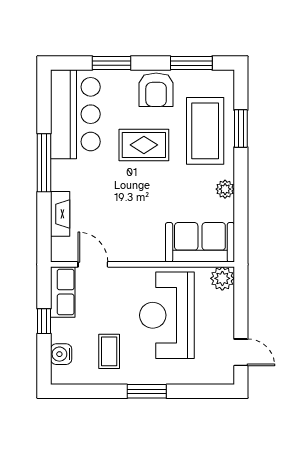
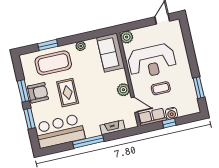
window: (191, 63) -> (23, 91), moved
plant: (126, 250) -> (123, 90), added
door: (93, 264) -> (134, 105), swing flipped
coffee table: (109, 351) -> (161, 88), moved
water cooler: (61, 354) -> (172, 113), moved
window: (147, 391) -> (199, 88), moved

